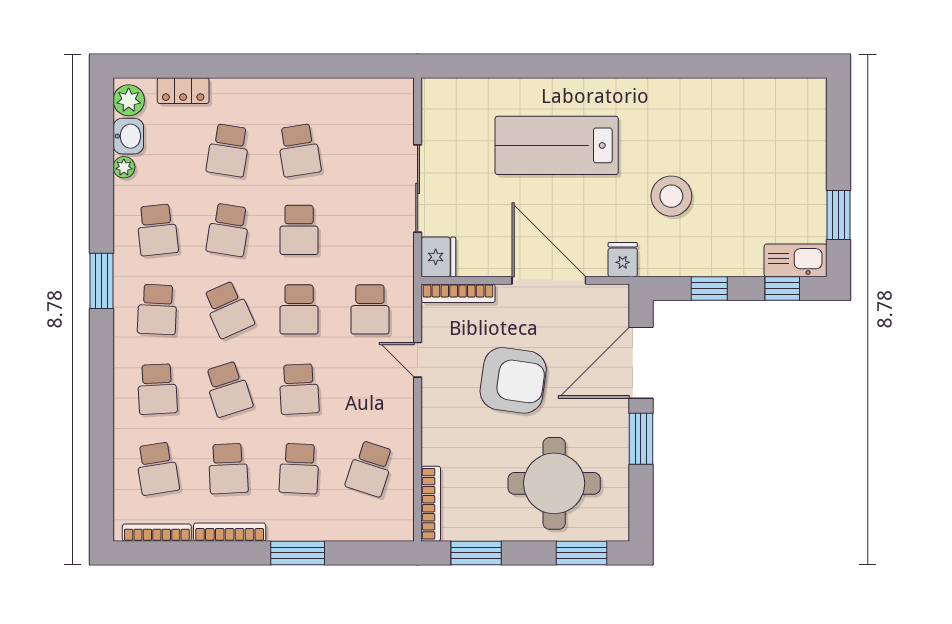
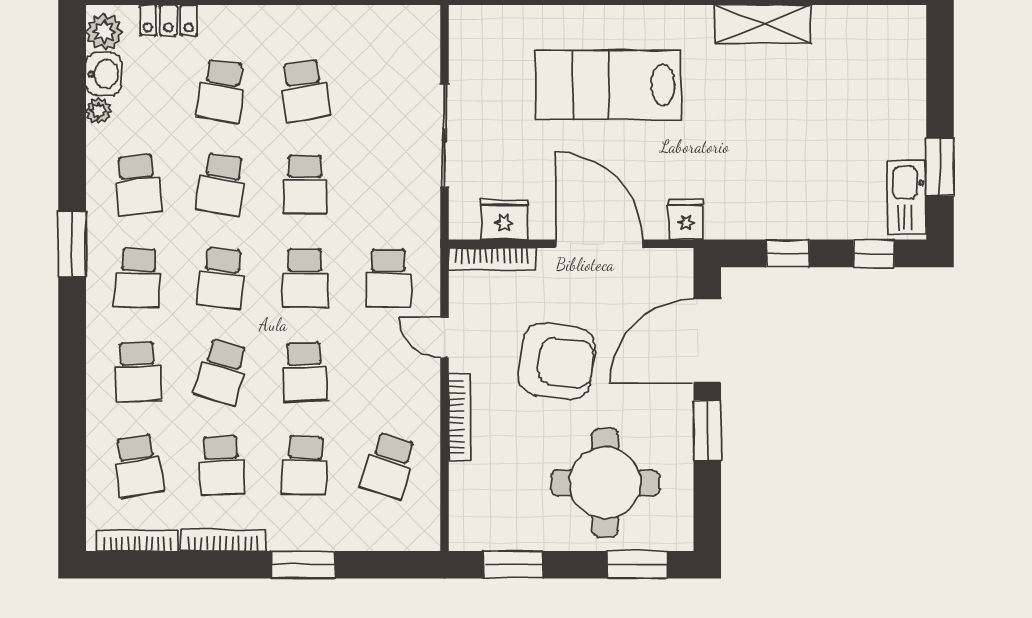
shelving: (688, 94) -> (763, 24), added
stool: (671, 196) -> (743, 145), removed
fridge: (438, 257) -> (504, 219), moved, turned -90
kitchen sink: (796, 260) -> (907, 197), moved, turned -90
school desk: (228, 309) -> (221, 278), turned 30
school desk: (228, 389) -> (221, 372), turned 33
bookcase: (431, 504) -> (460, 417), moved

